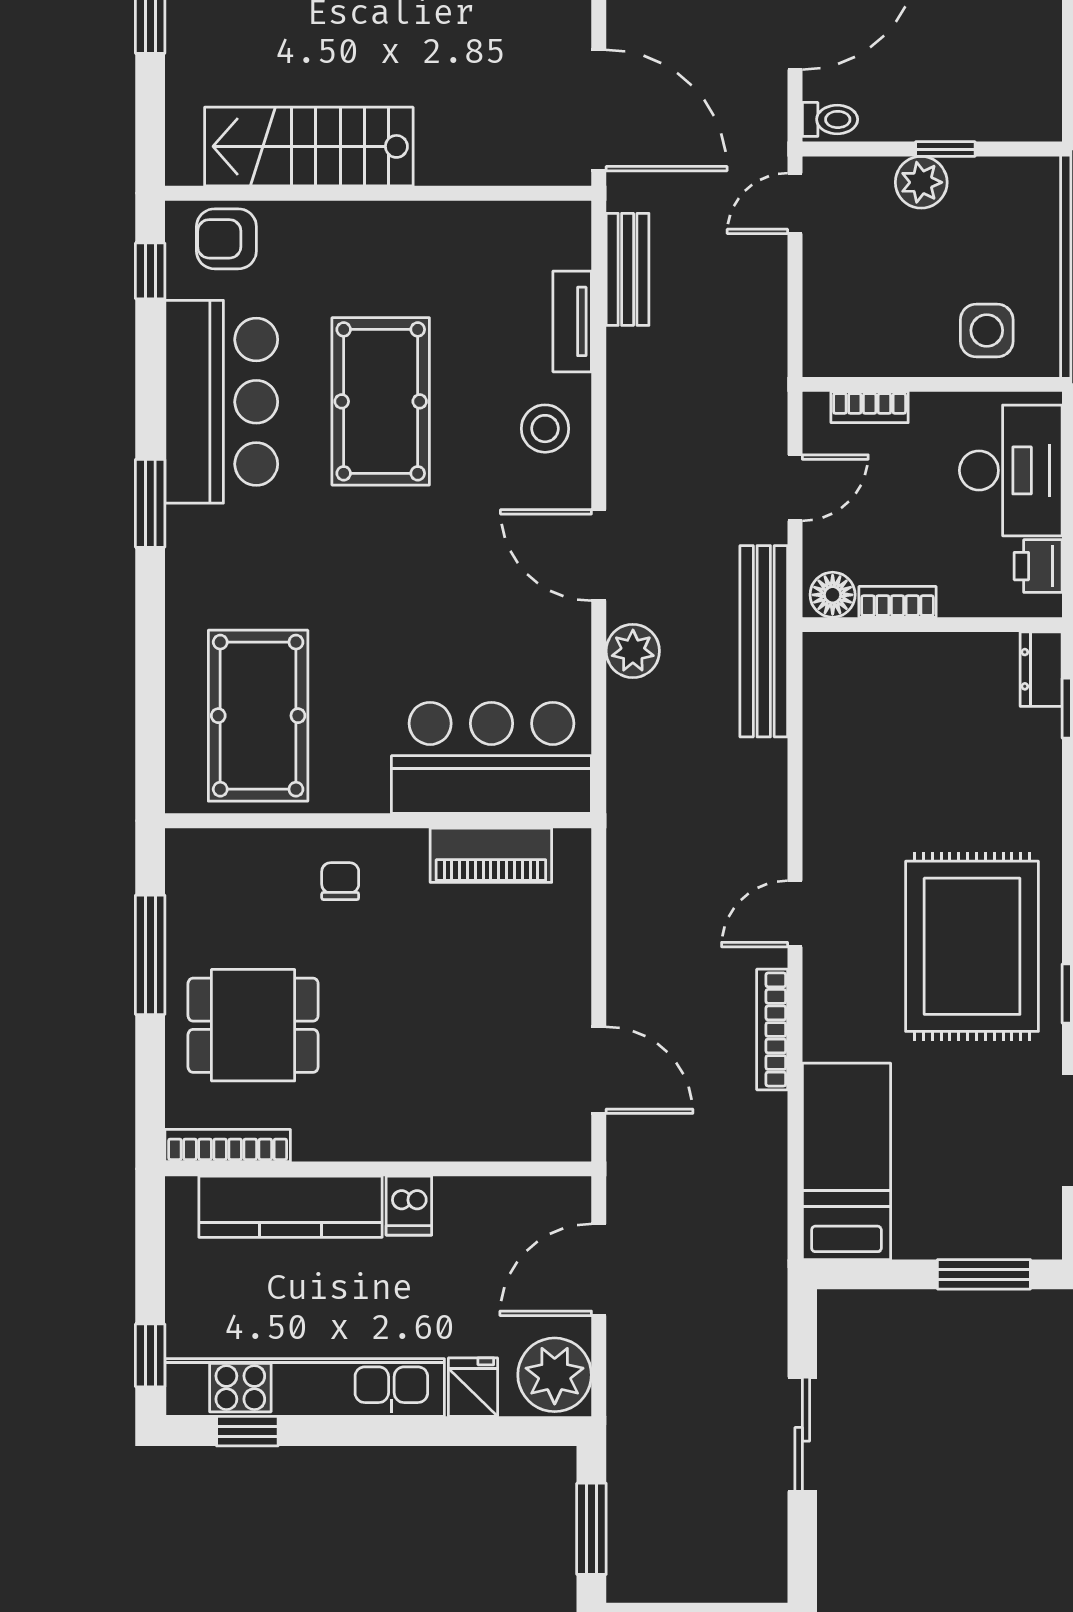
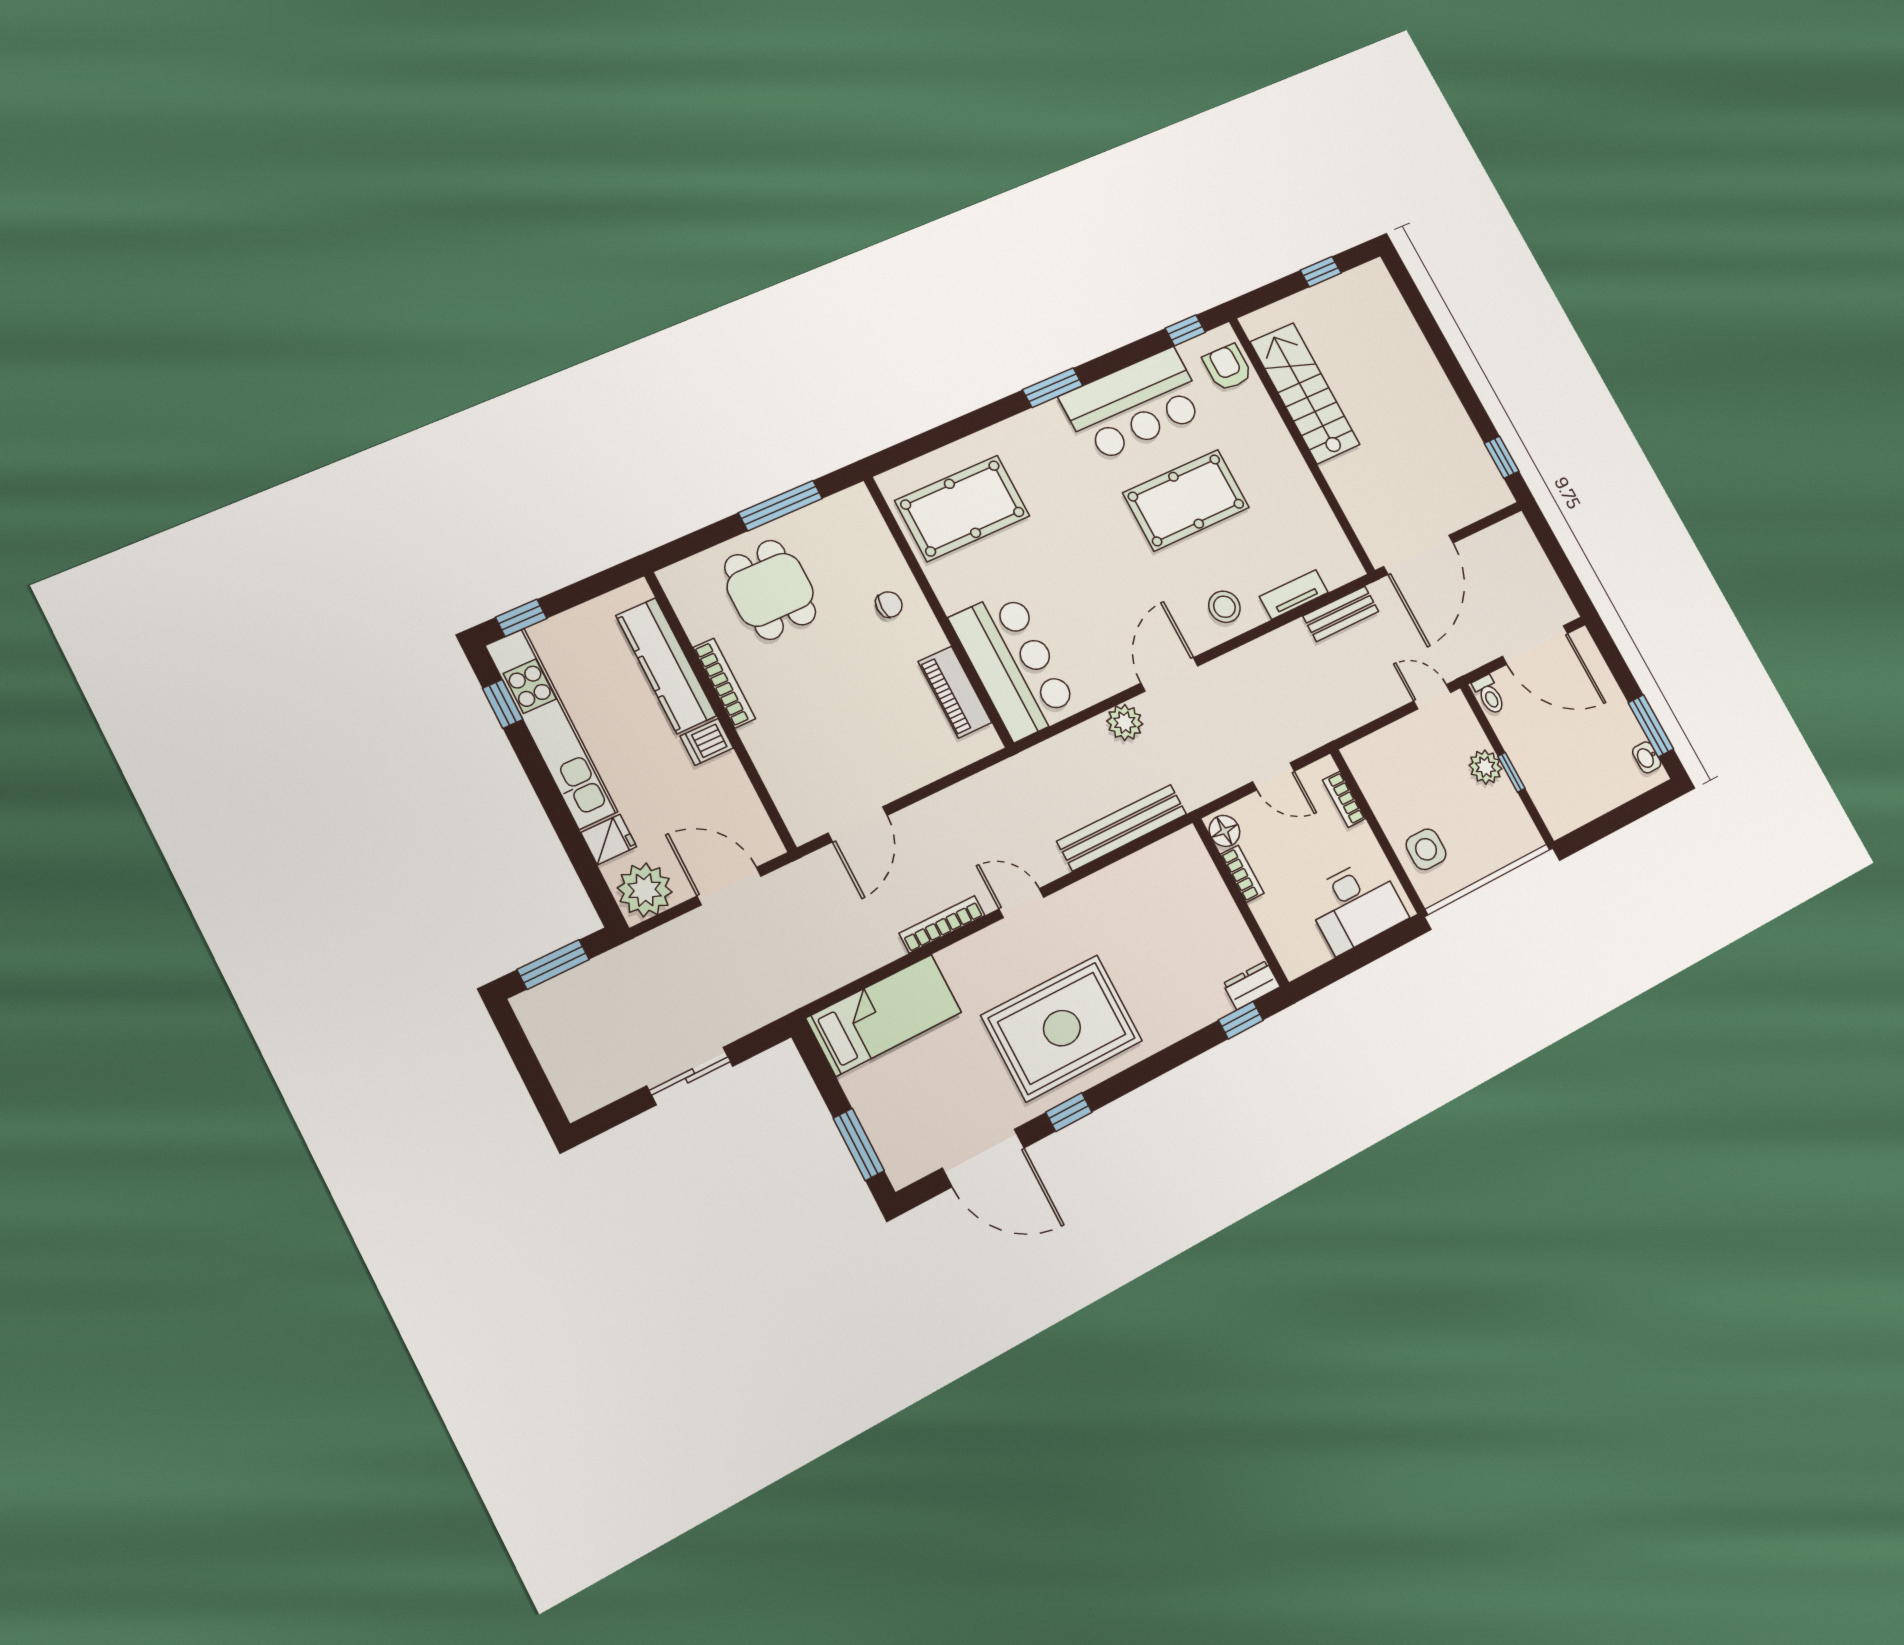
printer: (1038, 566) -> (1310, 951), removed
bench: (764, 641) -> (1122, 828), moved
bookcase: (228, 1145) -> (724, 683), moved

